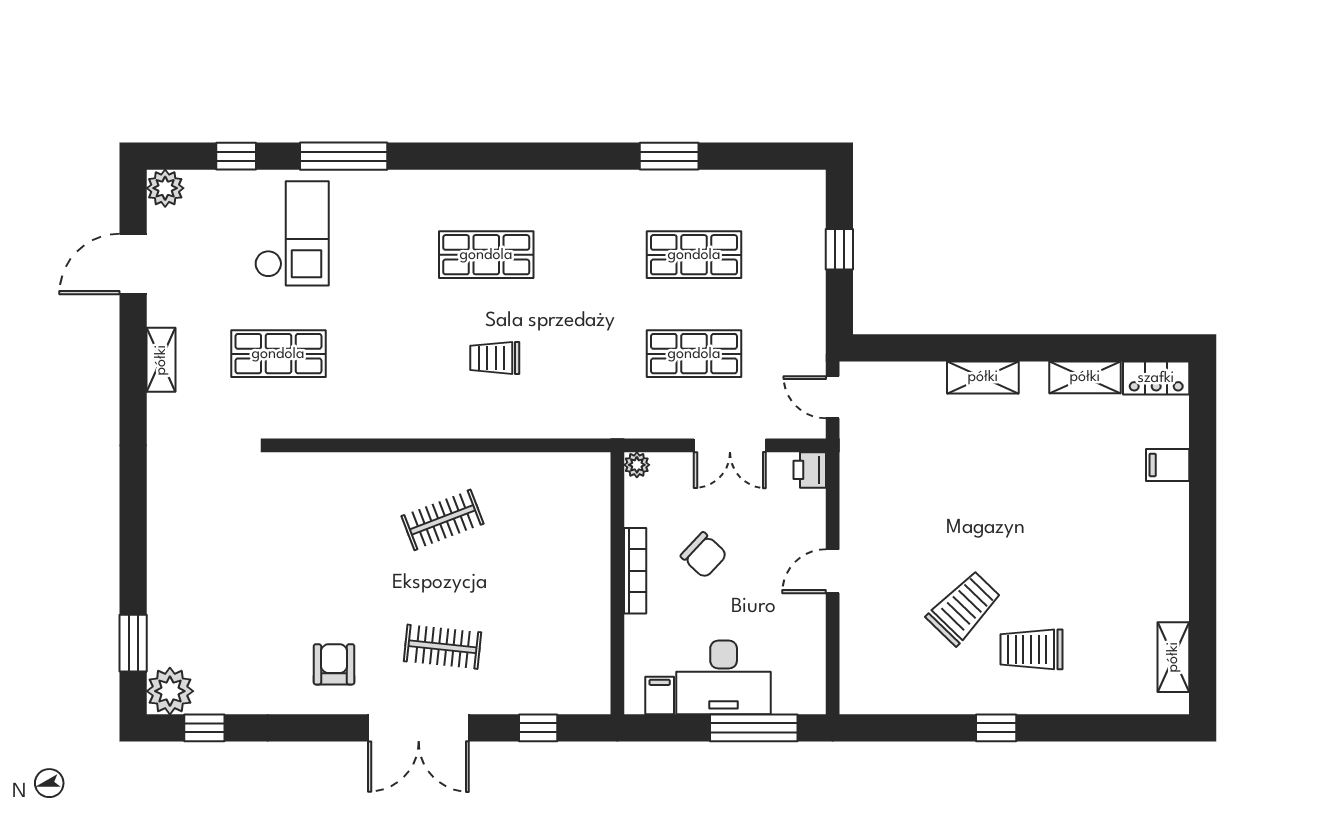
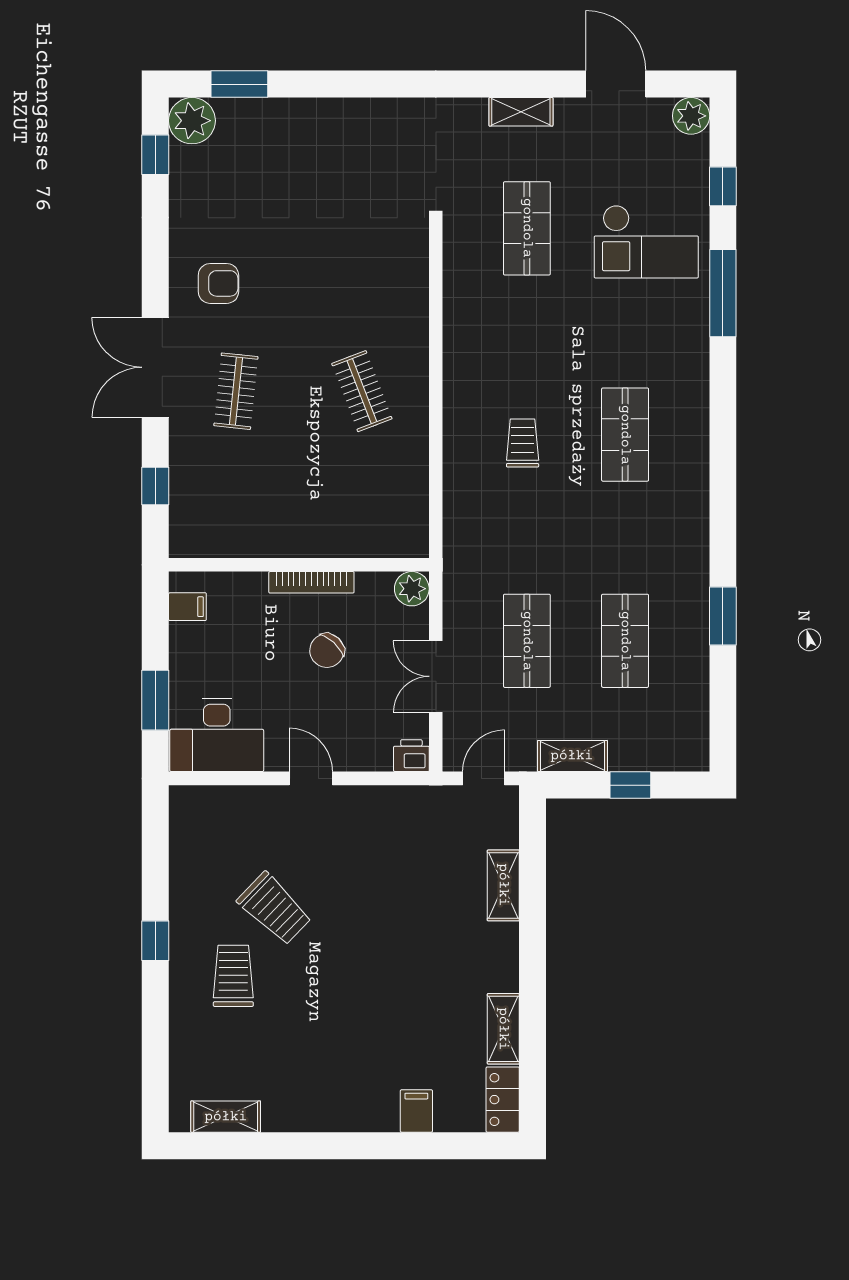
shelving: (810, 308) -> (572, 756), added
shelving: (983, 377) -> (503, 885), moved
plant: (637, 465) -> (412, 589), width x1.38, depth x1.38
desk: (724, 677) -> (217, 735), moved, turned -90
window: (754, 728) -> (155, 700), width x0.69

